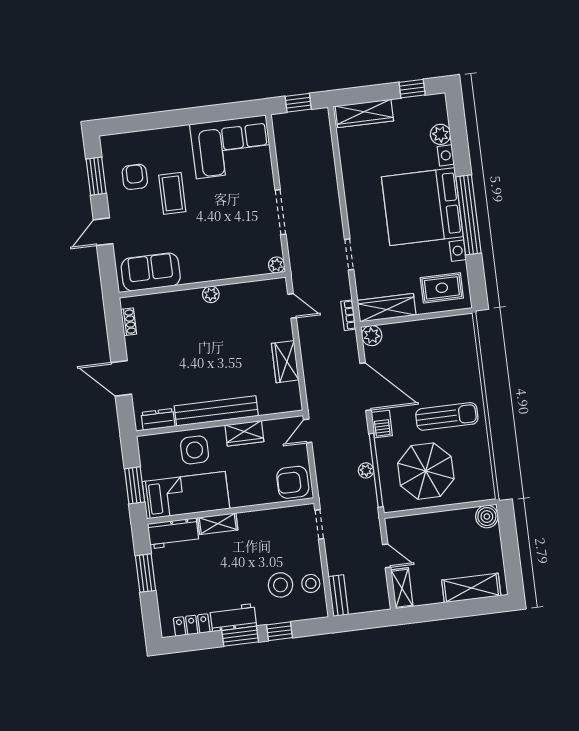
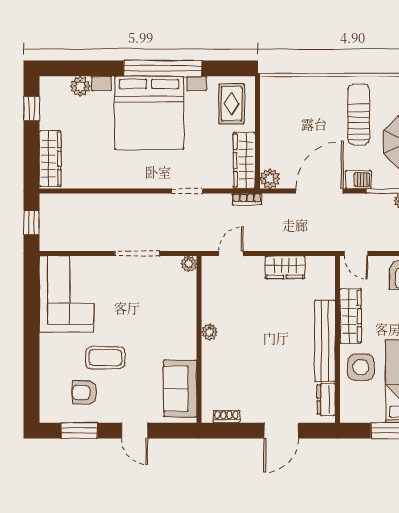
wardrobe: (244, 433) -> (350, 316), width x1.50

